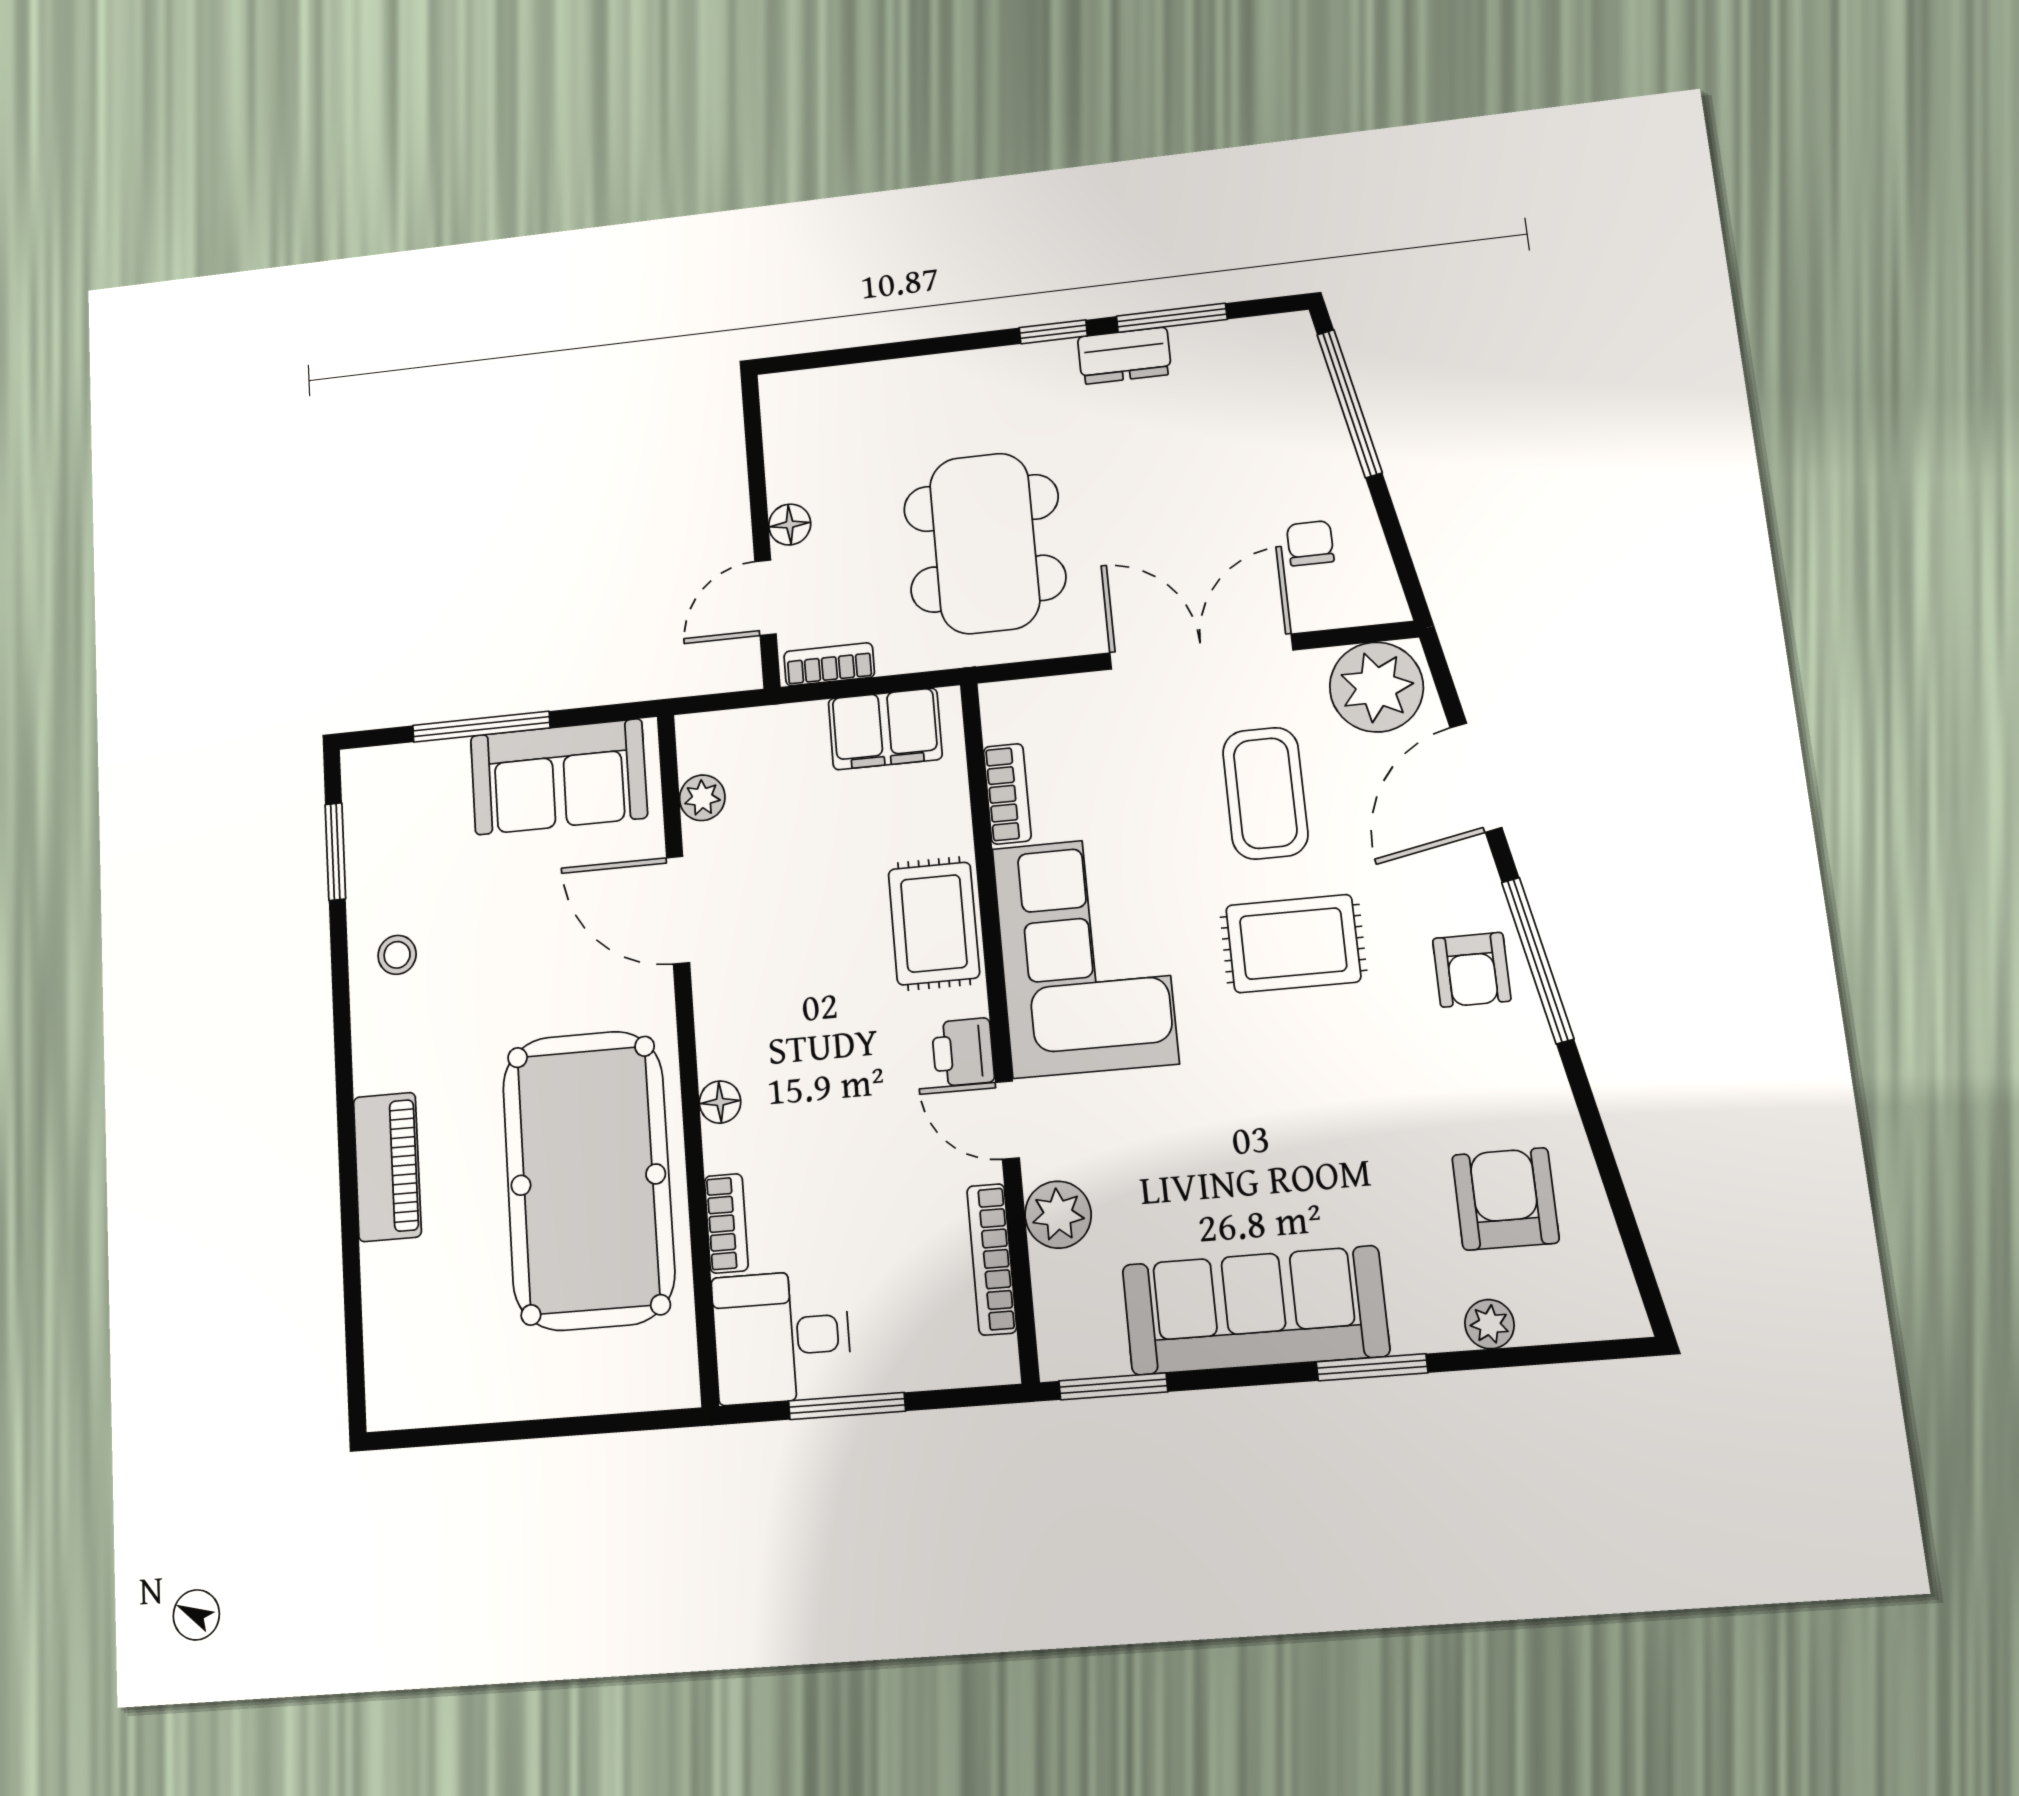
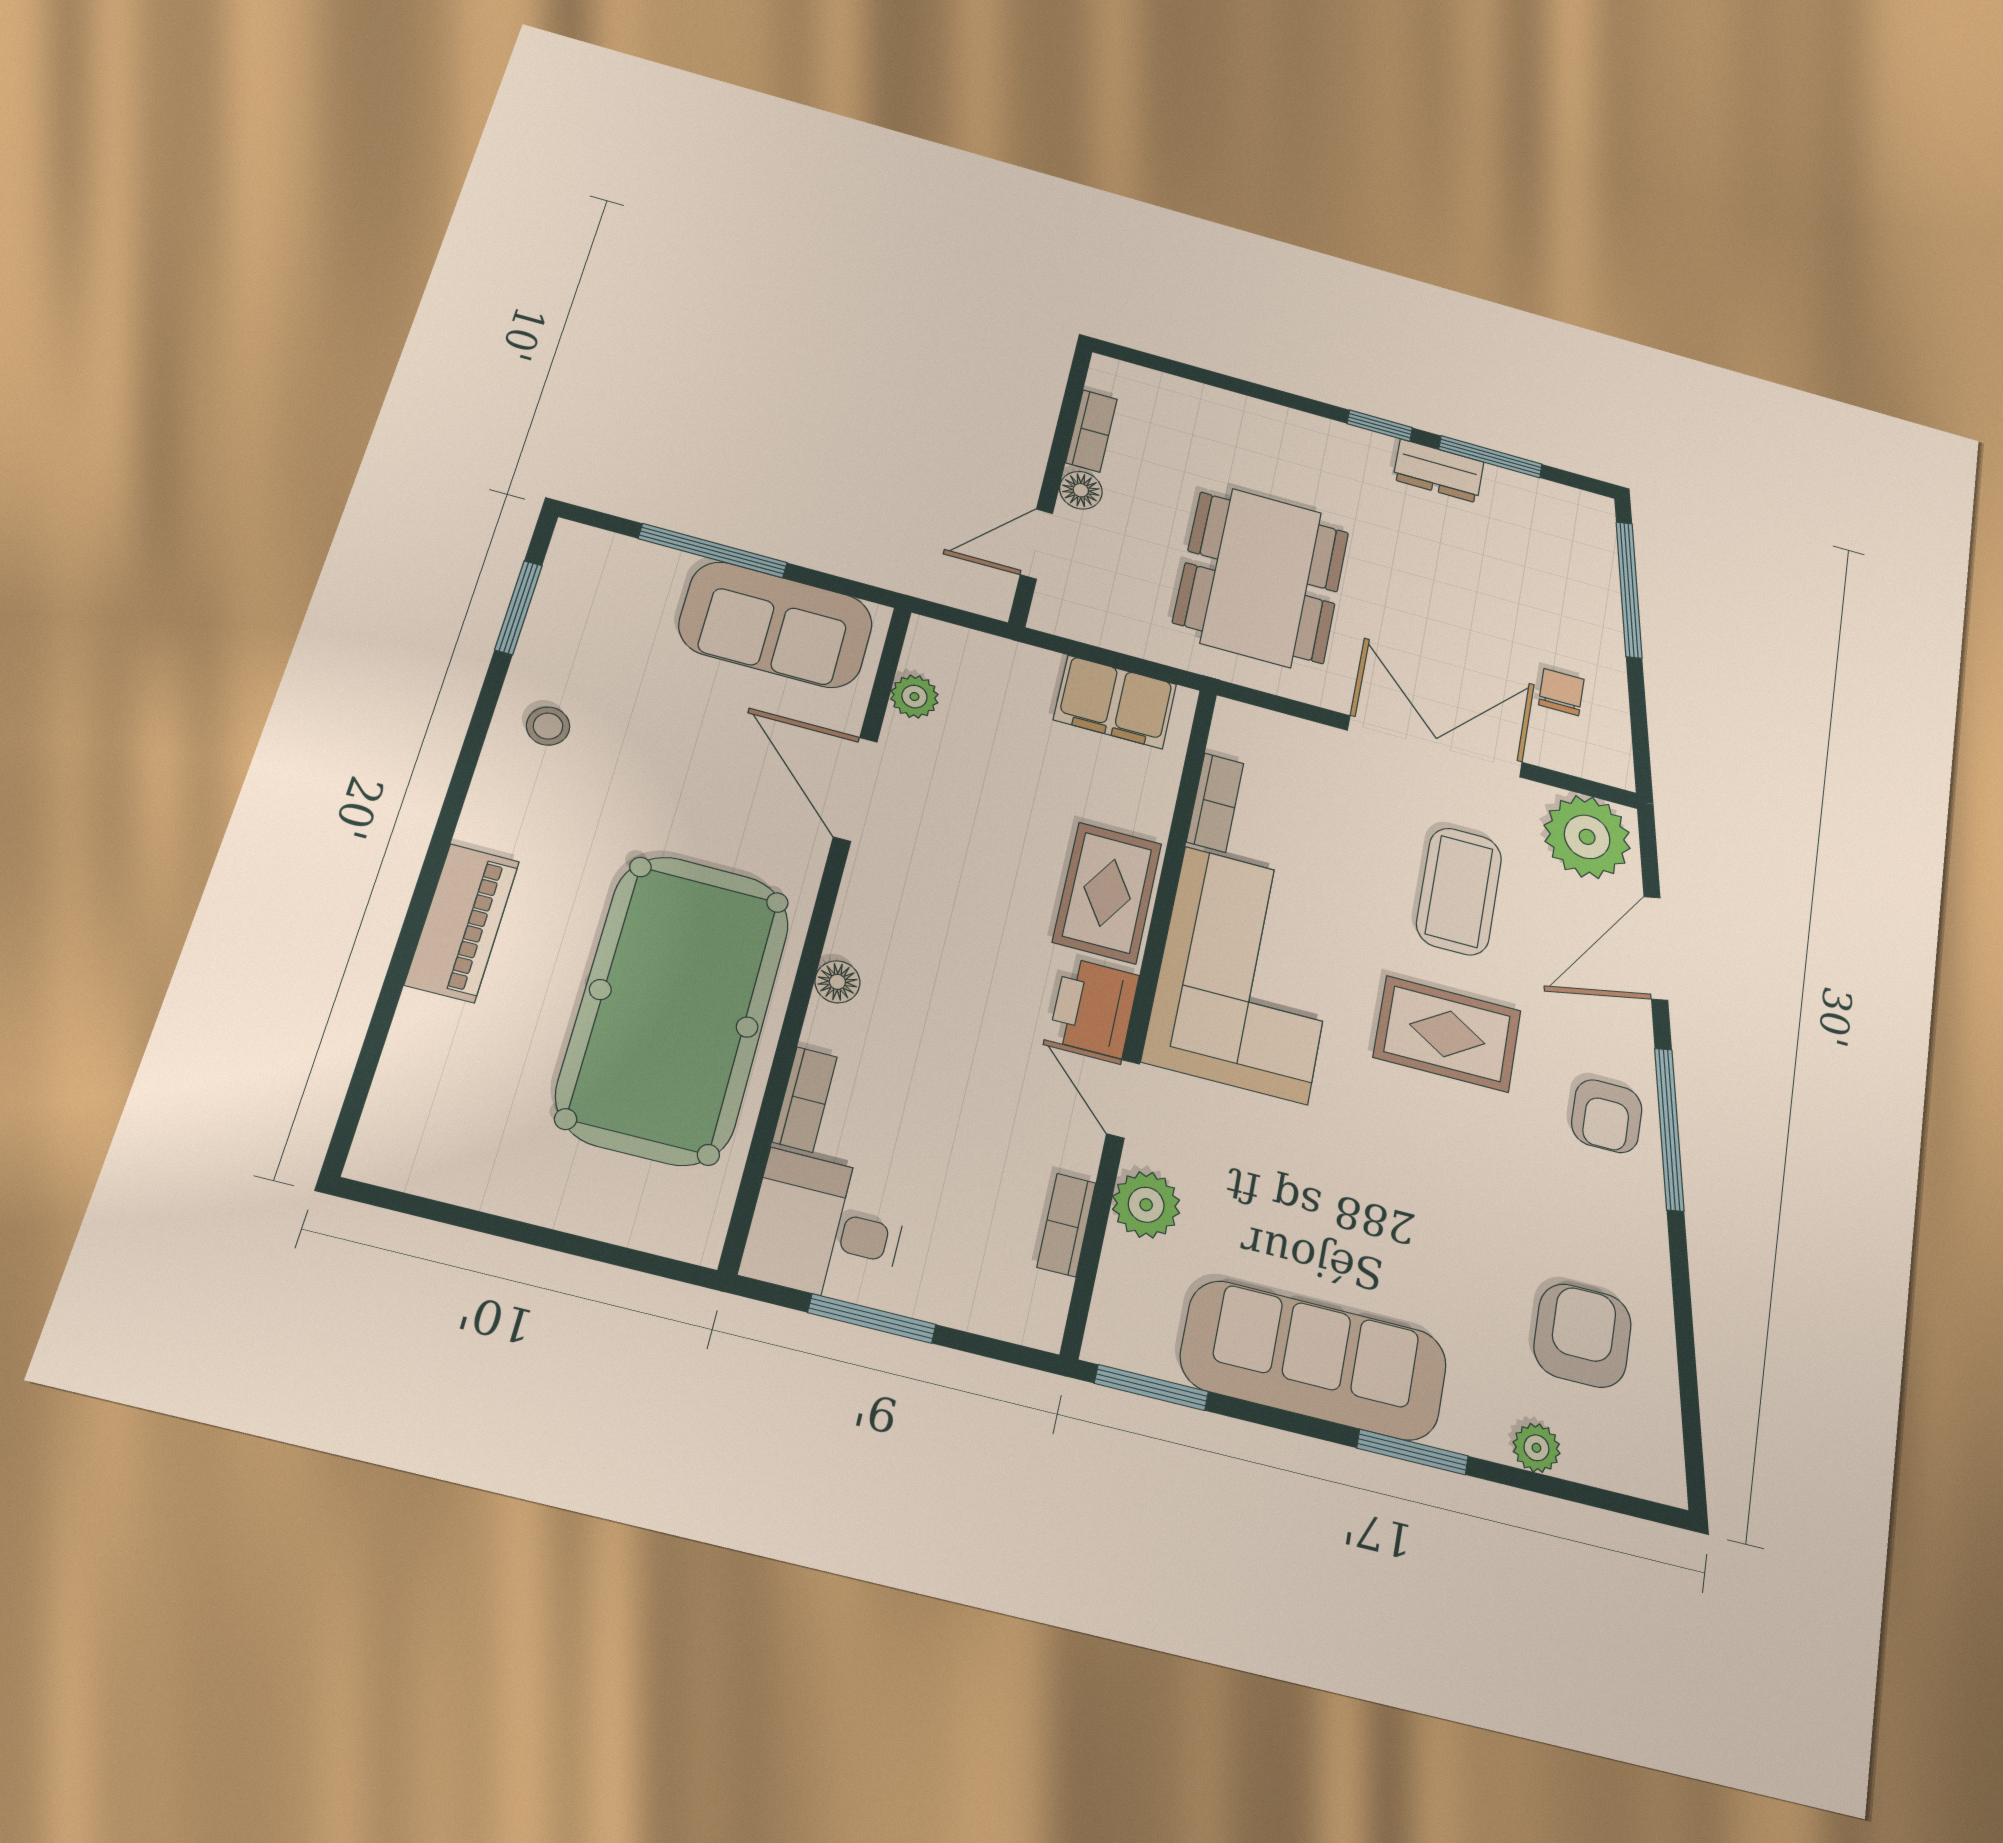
bookcase: (829, 664) -> (1091, 431), moved, turned 90
printer: (963, 1052) -> (1094, 1008), width x1.36, depth x1.24
bookcase: (992, 1259) -> (1066, 1225), width x0.64

